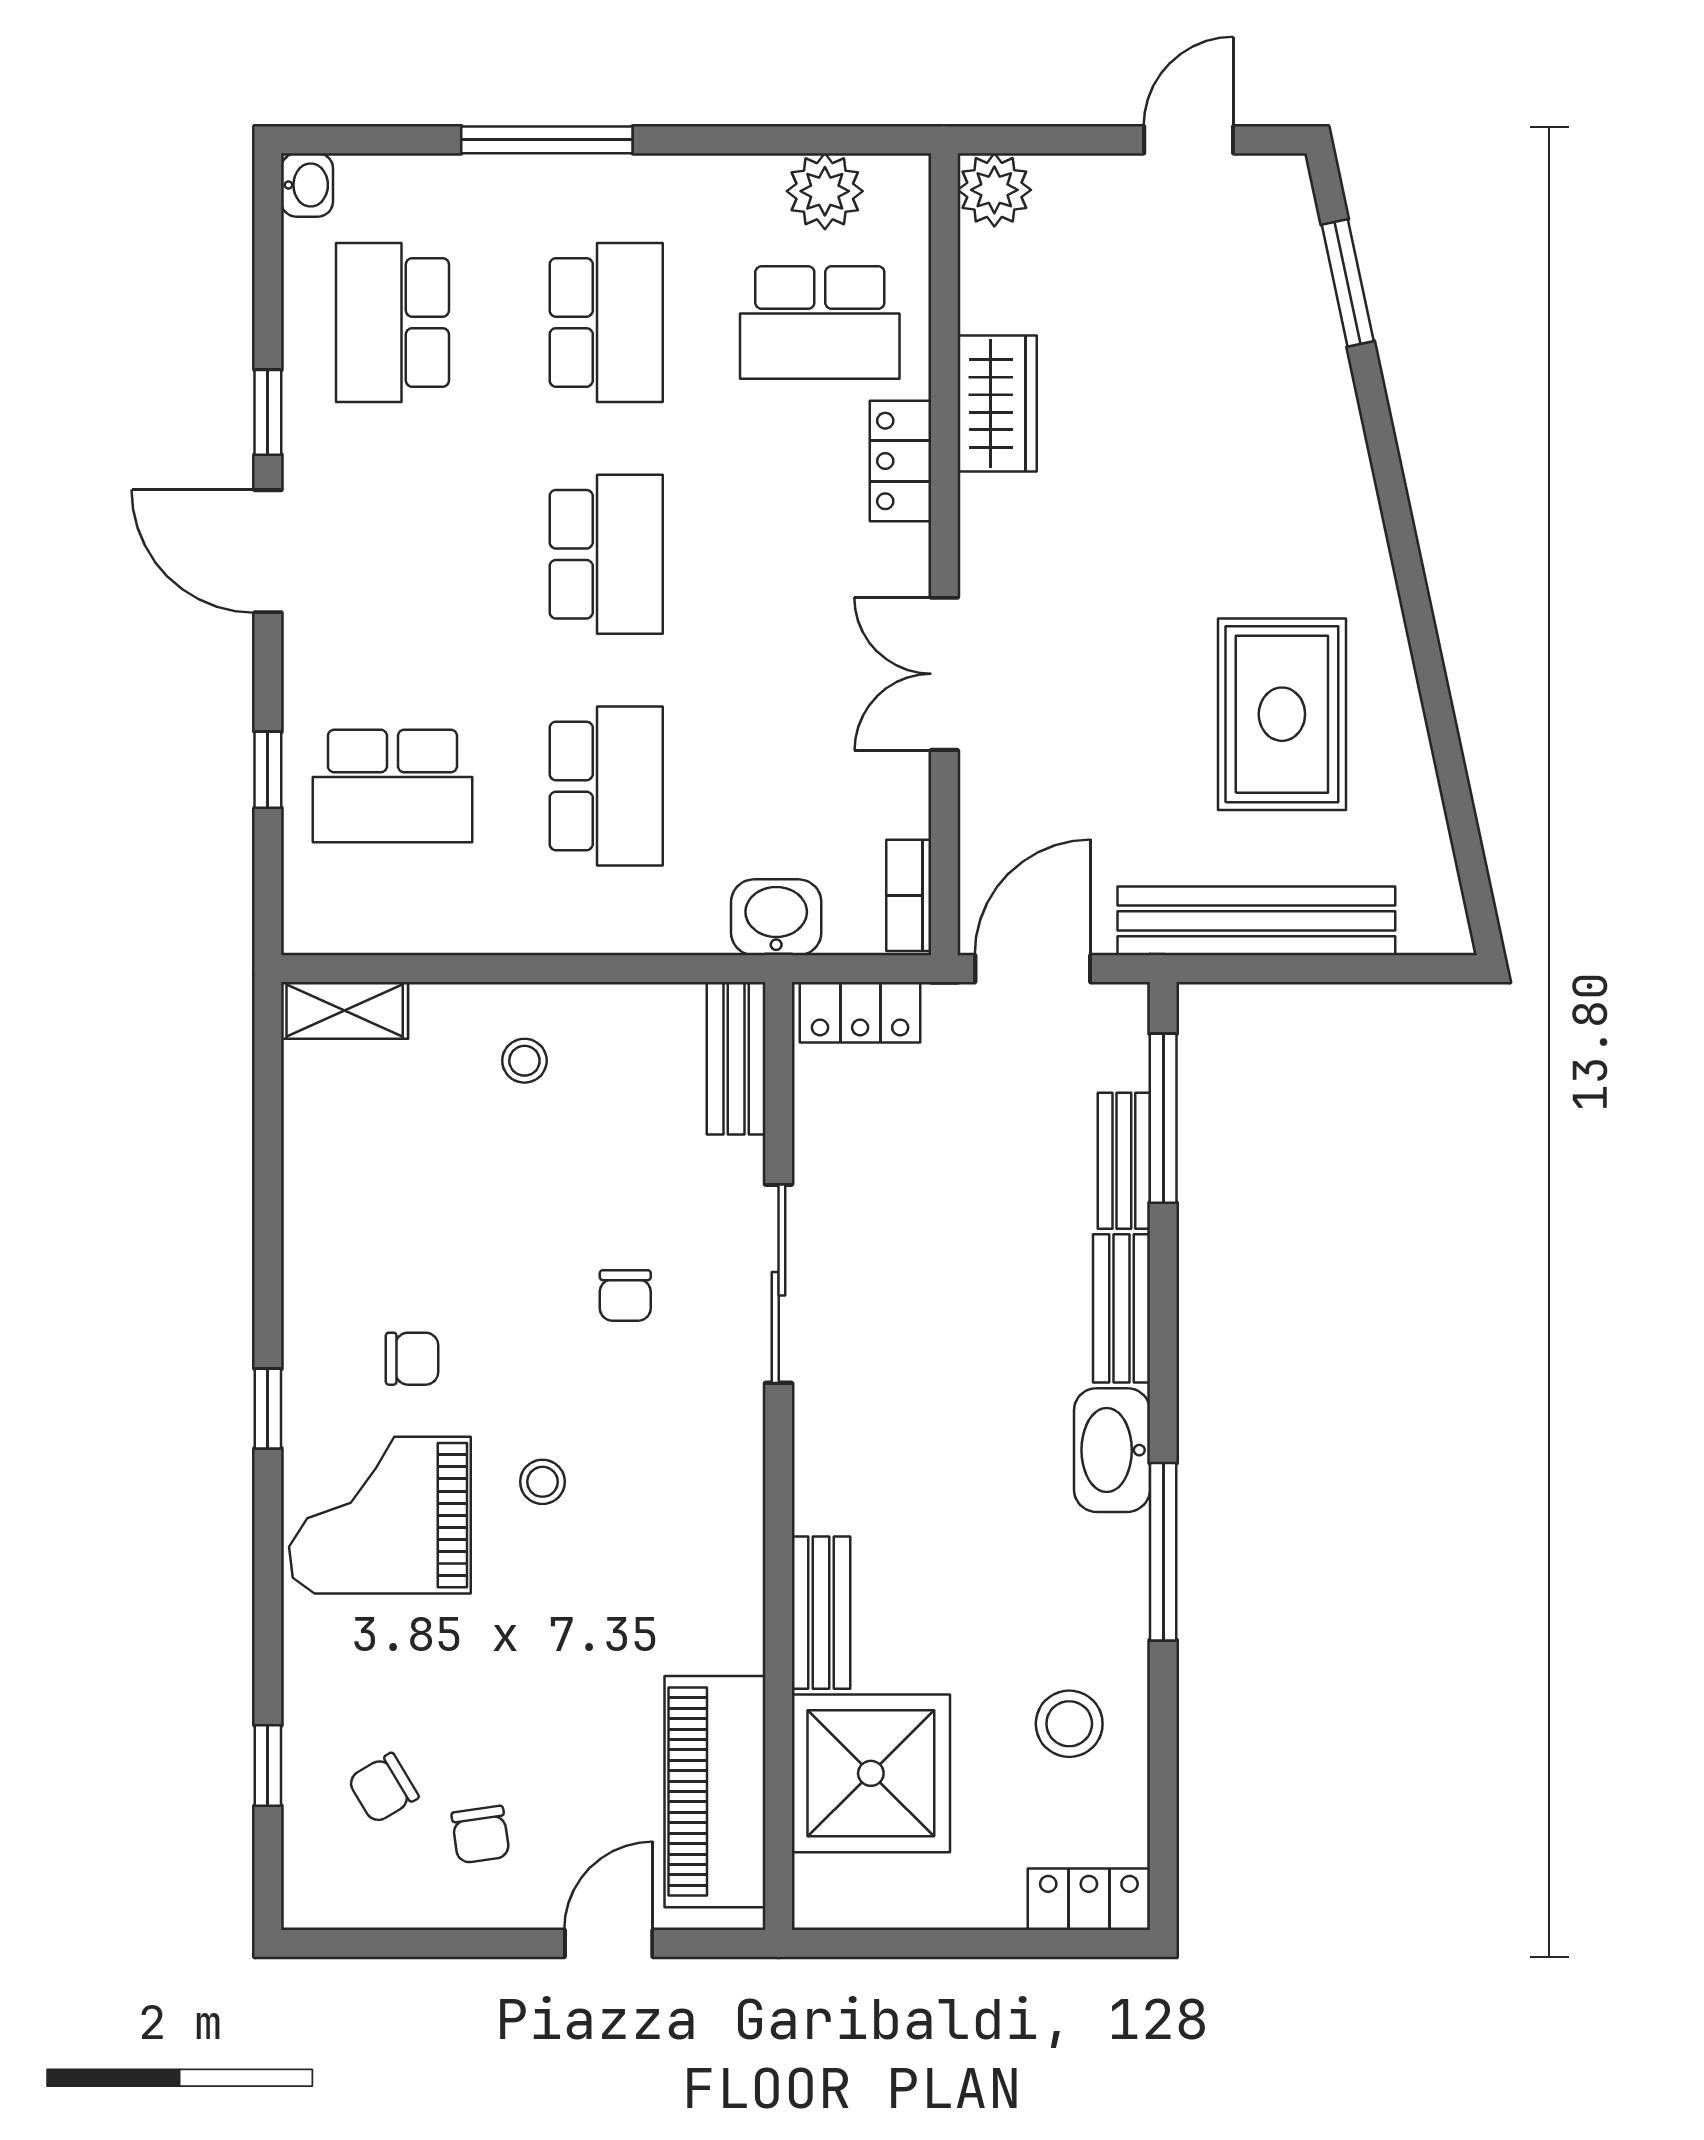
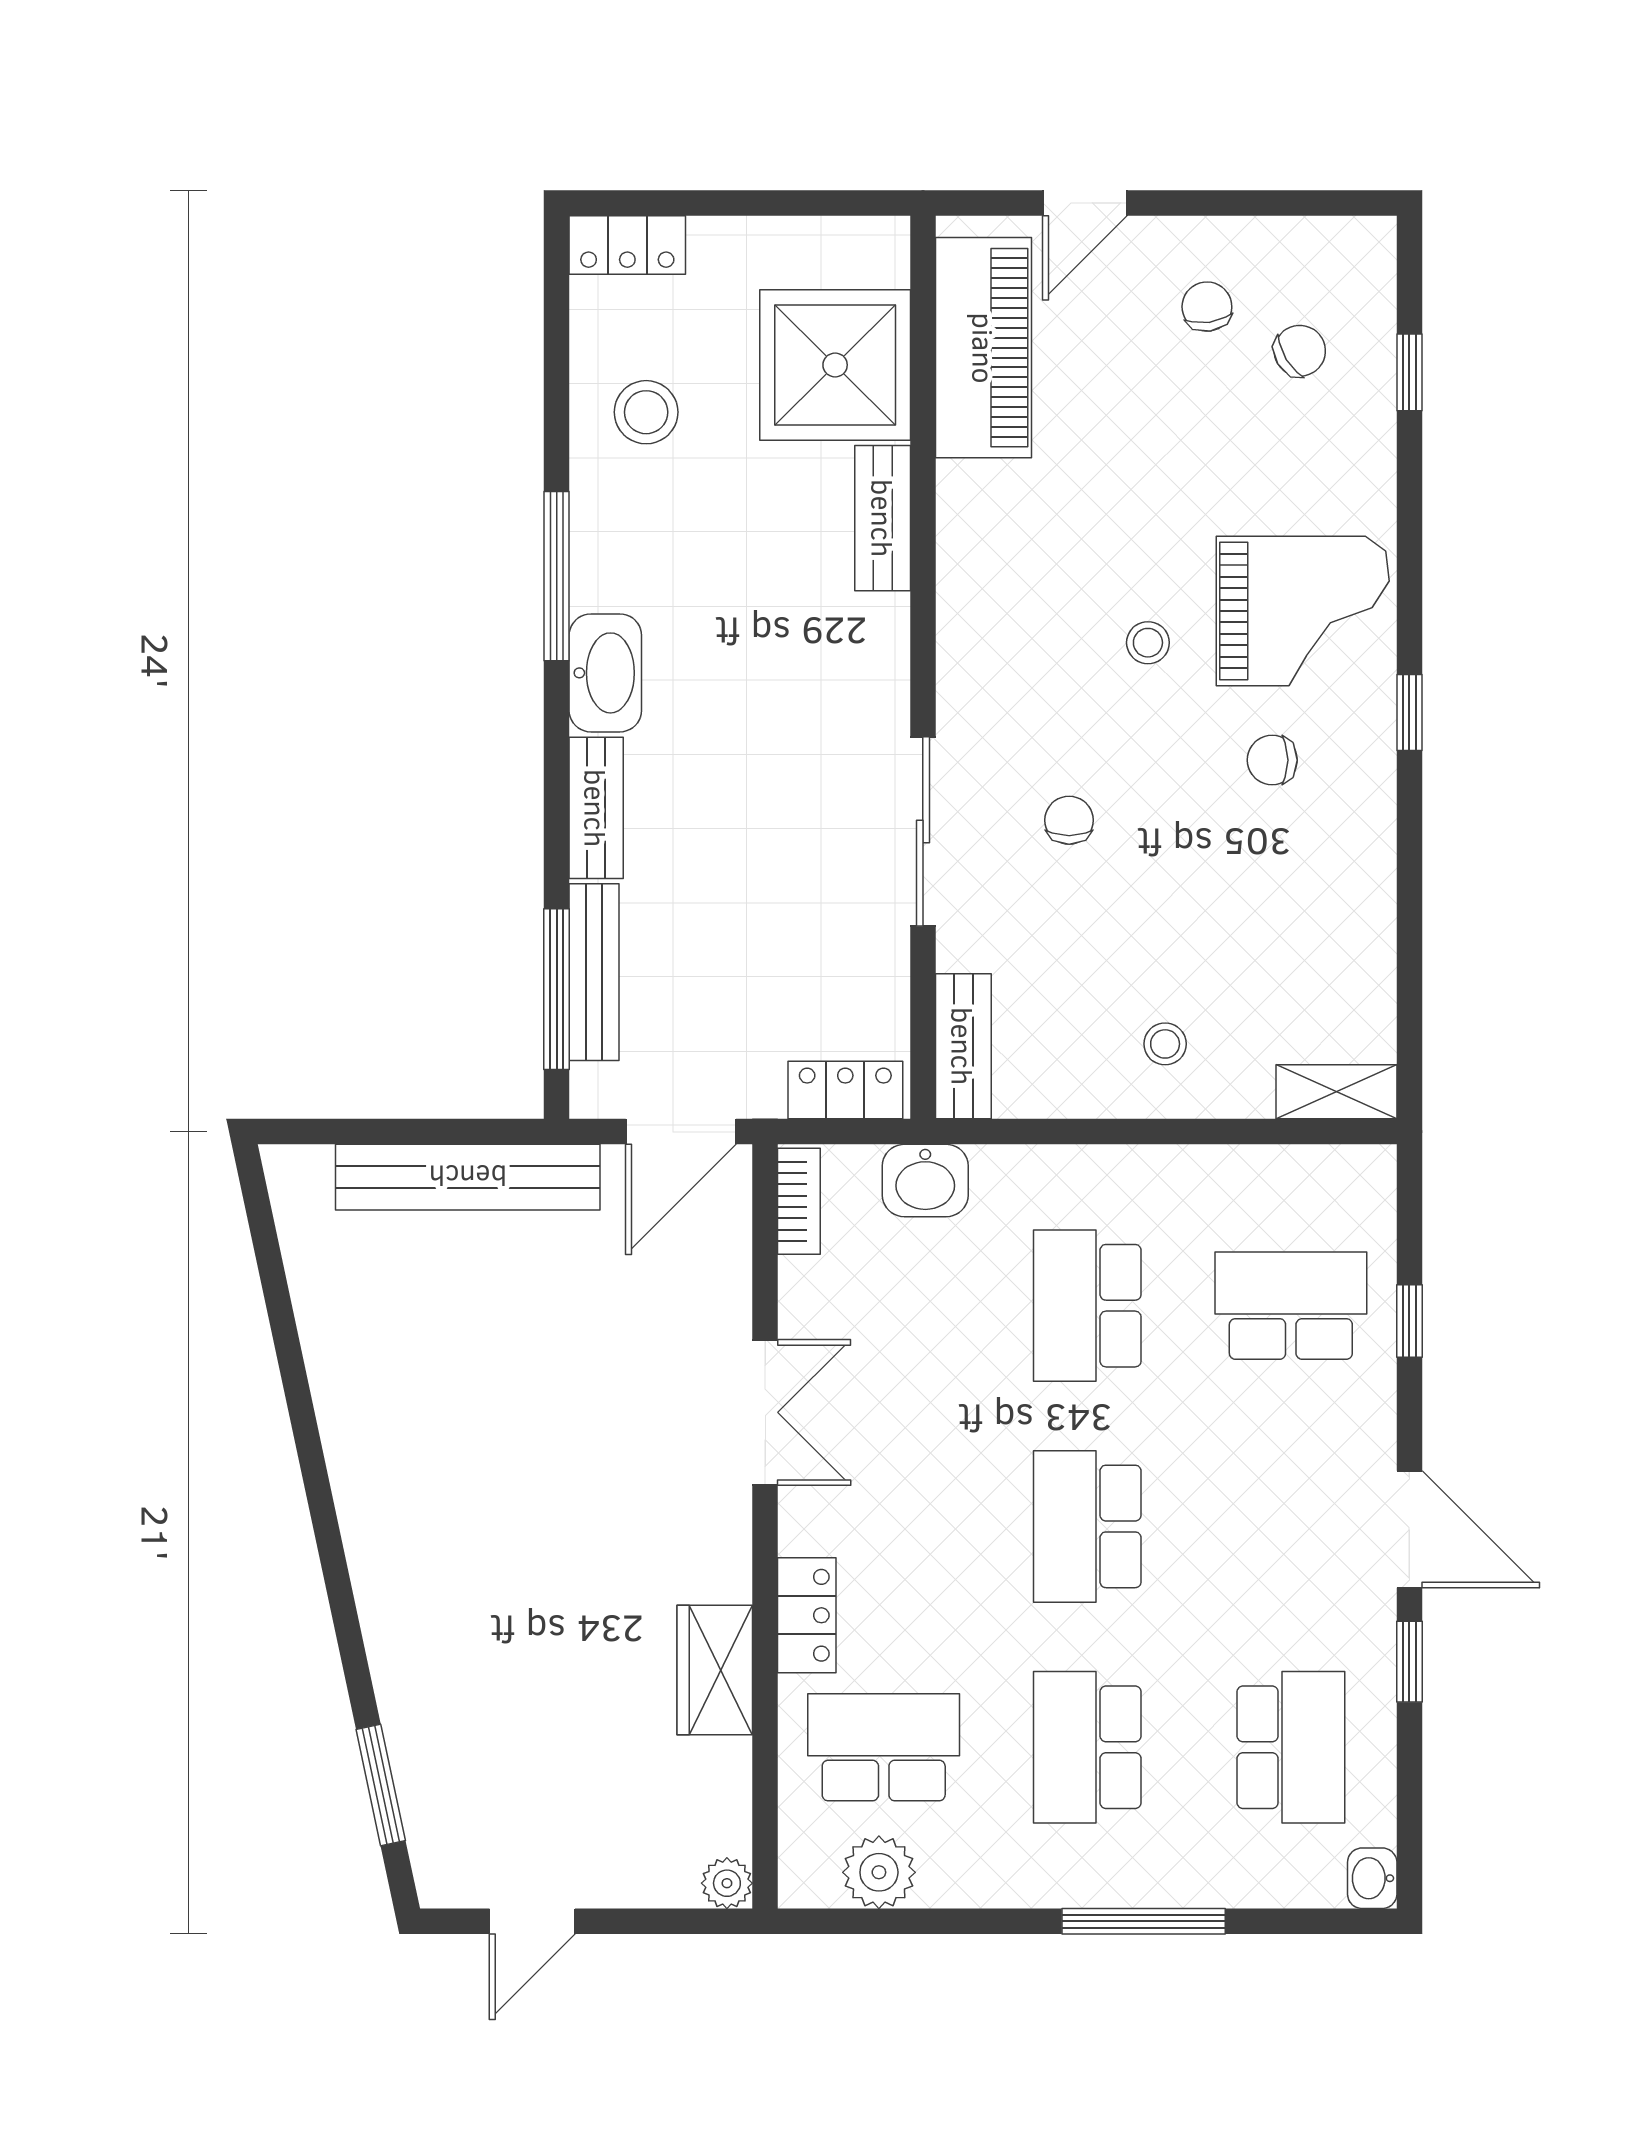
plant: (994, 190) -> (727, 1883), width x0.73, depth x0.73
rug: (1282, 714) -> (443, 1374), removed
bench: (1124, 1161) -> (594, 972), width x1.36

